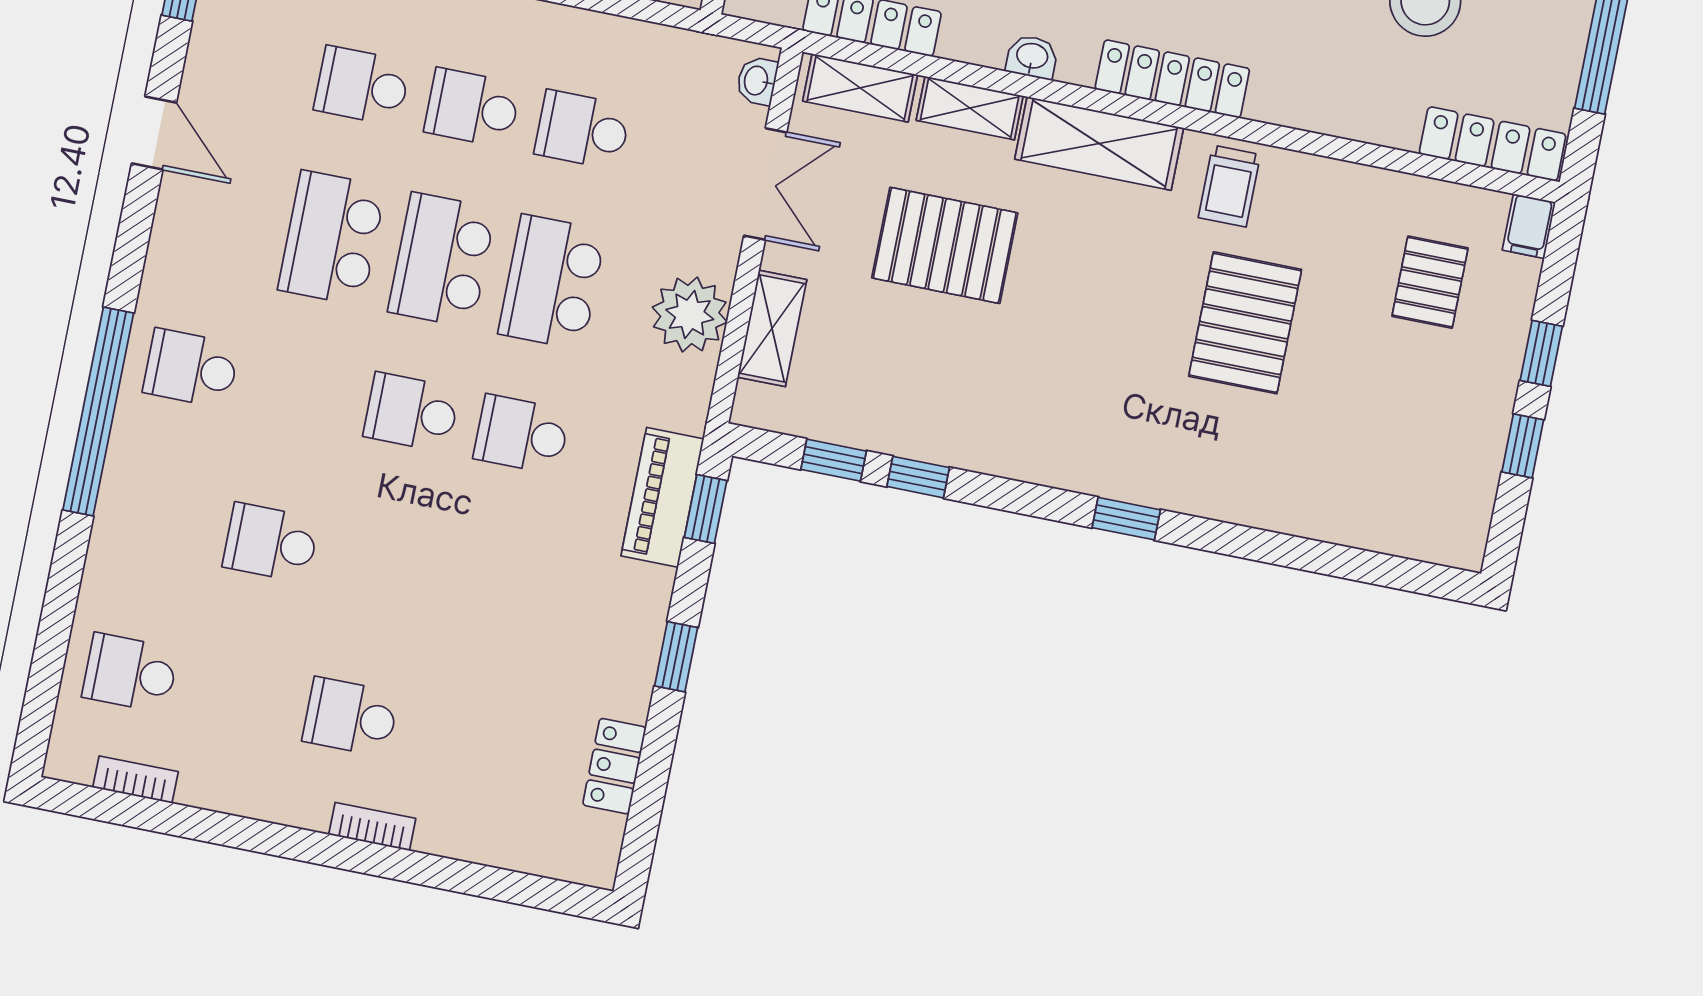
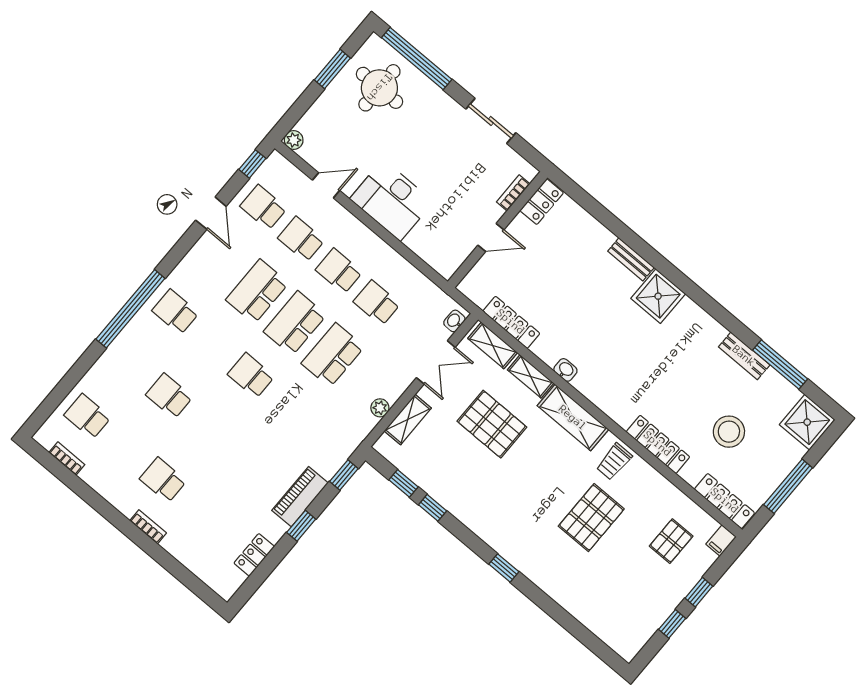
locker: (1172, 79) -> (658, 444), moved
plant: (690, 315) -> (380, 408), width x0.53, depth x0.53
school desk: (522, 434) -> (263, 207), moved
piano: (662, 497) -> (300, 497), moved

